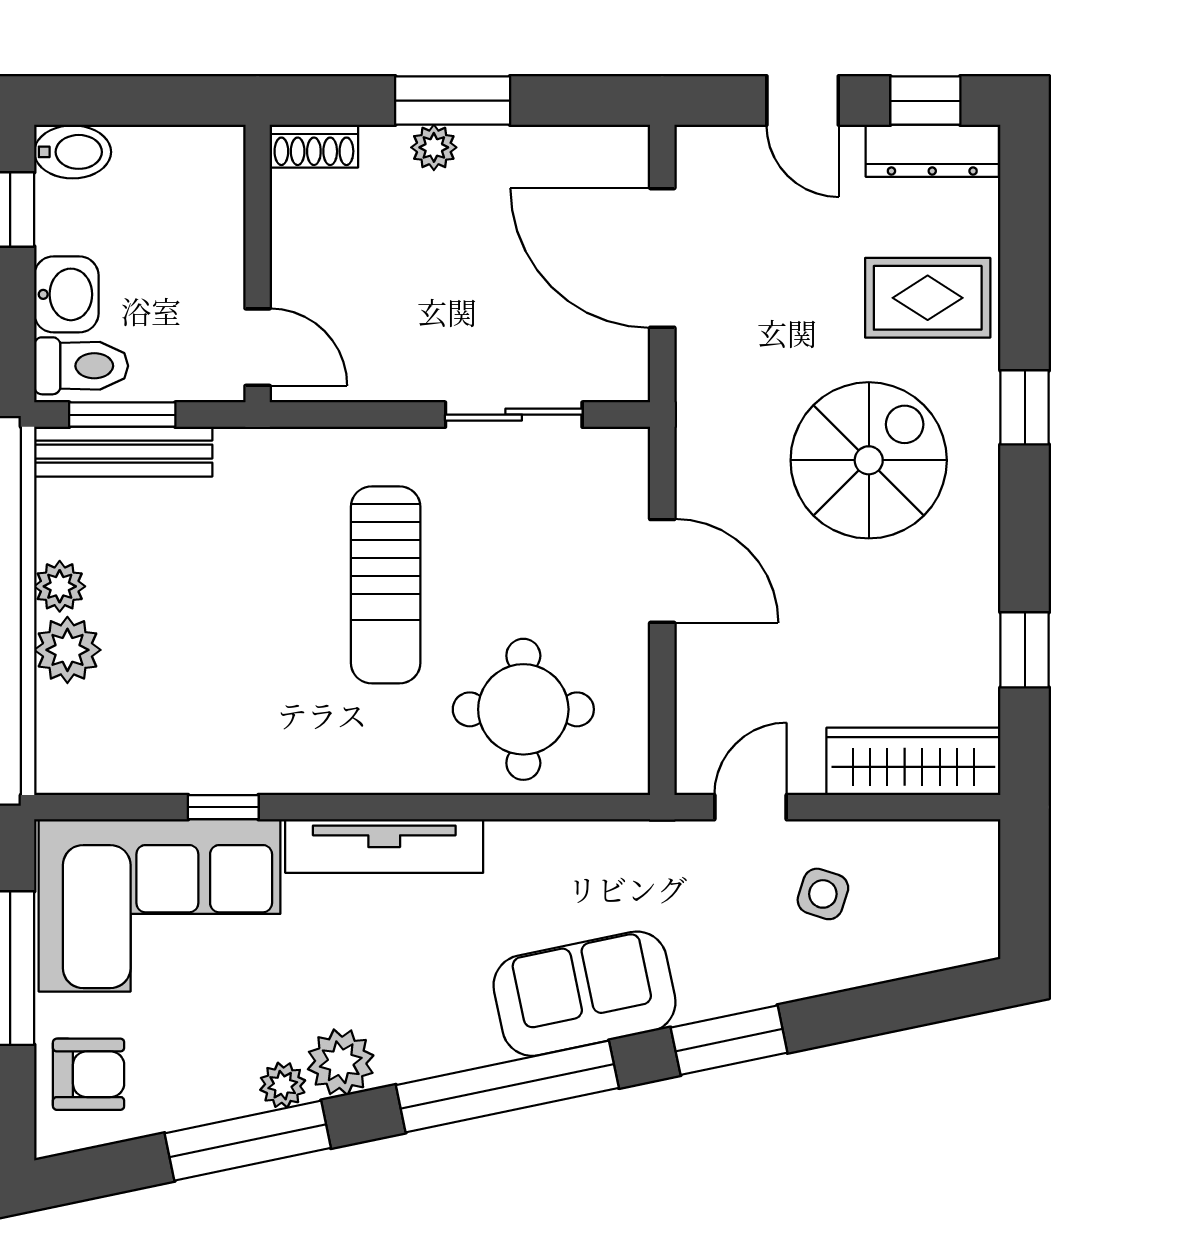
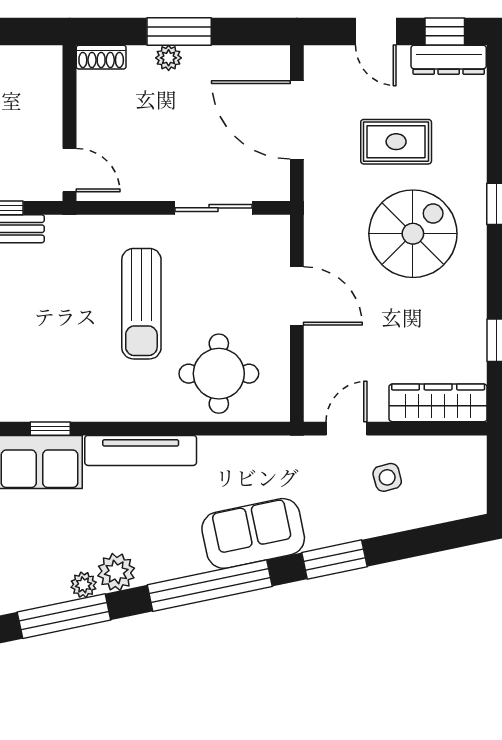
rug: (928, 298) -> (396, 142), moved
side table: (823, 894) -> (387, 477), turned -33

